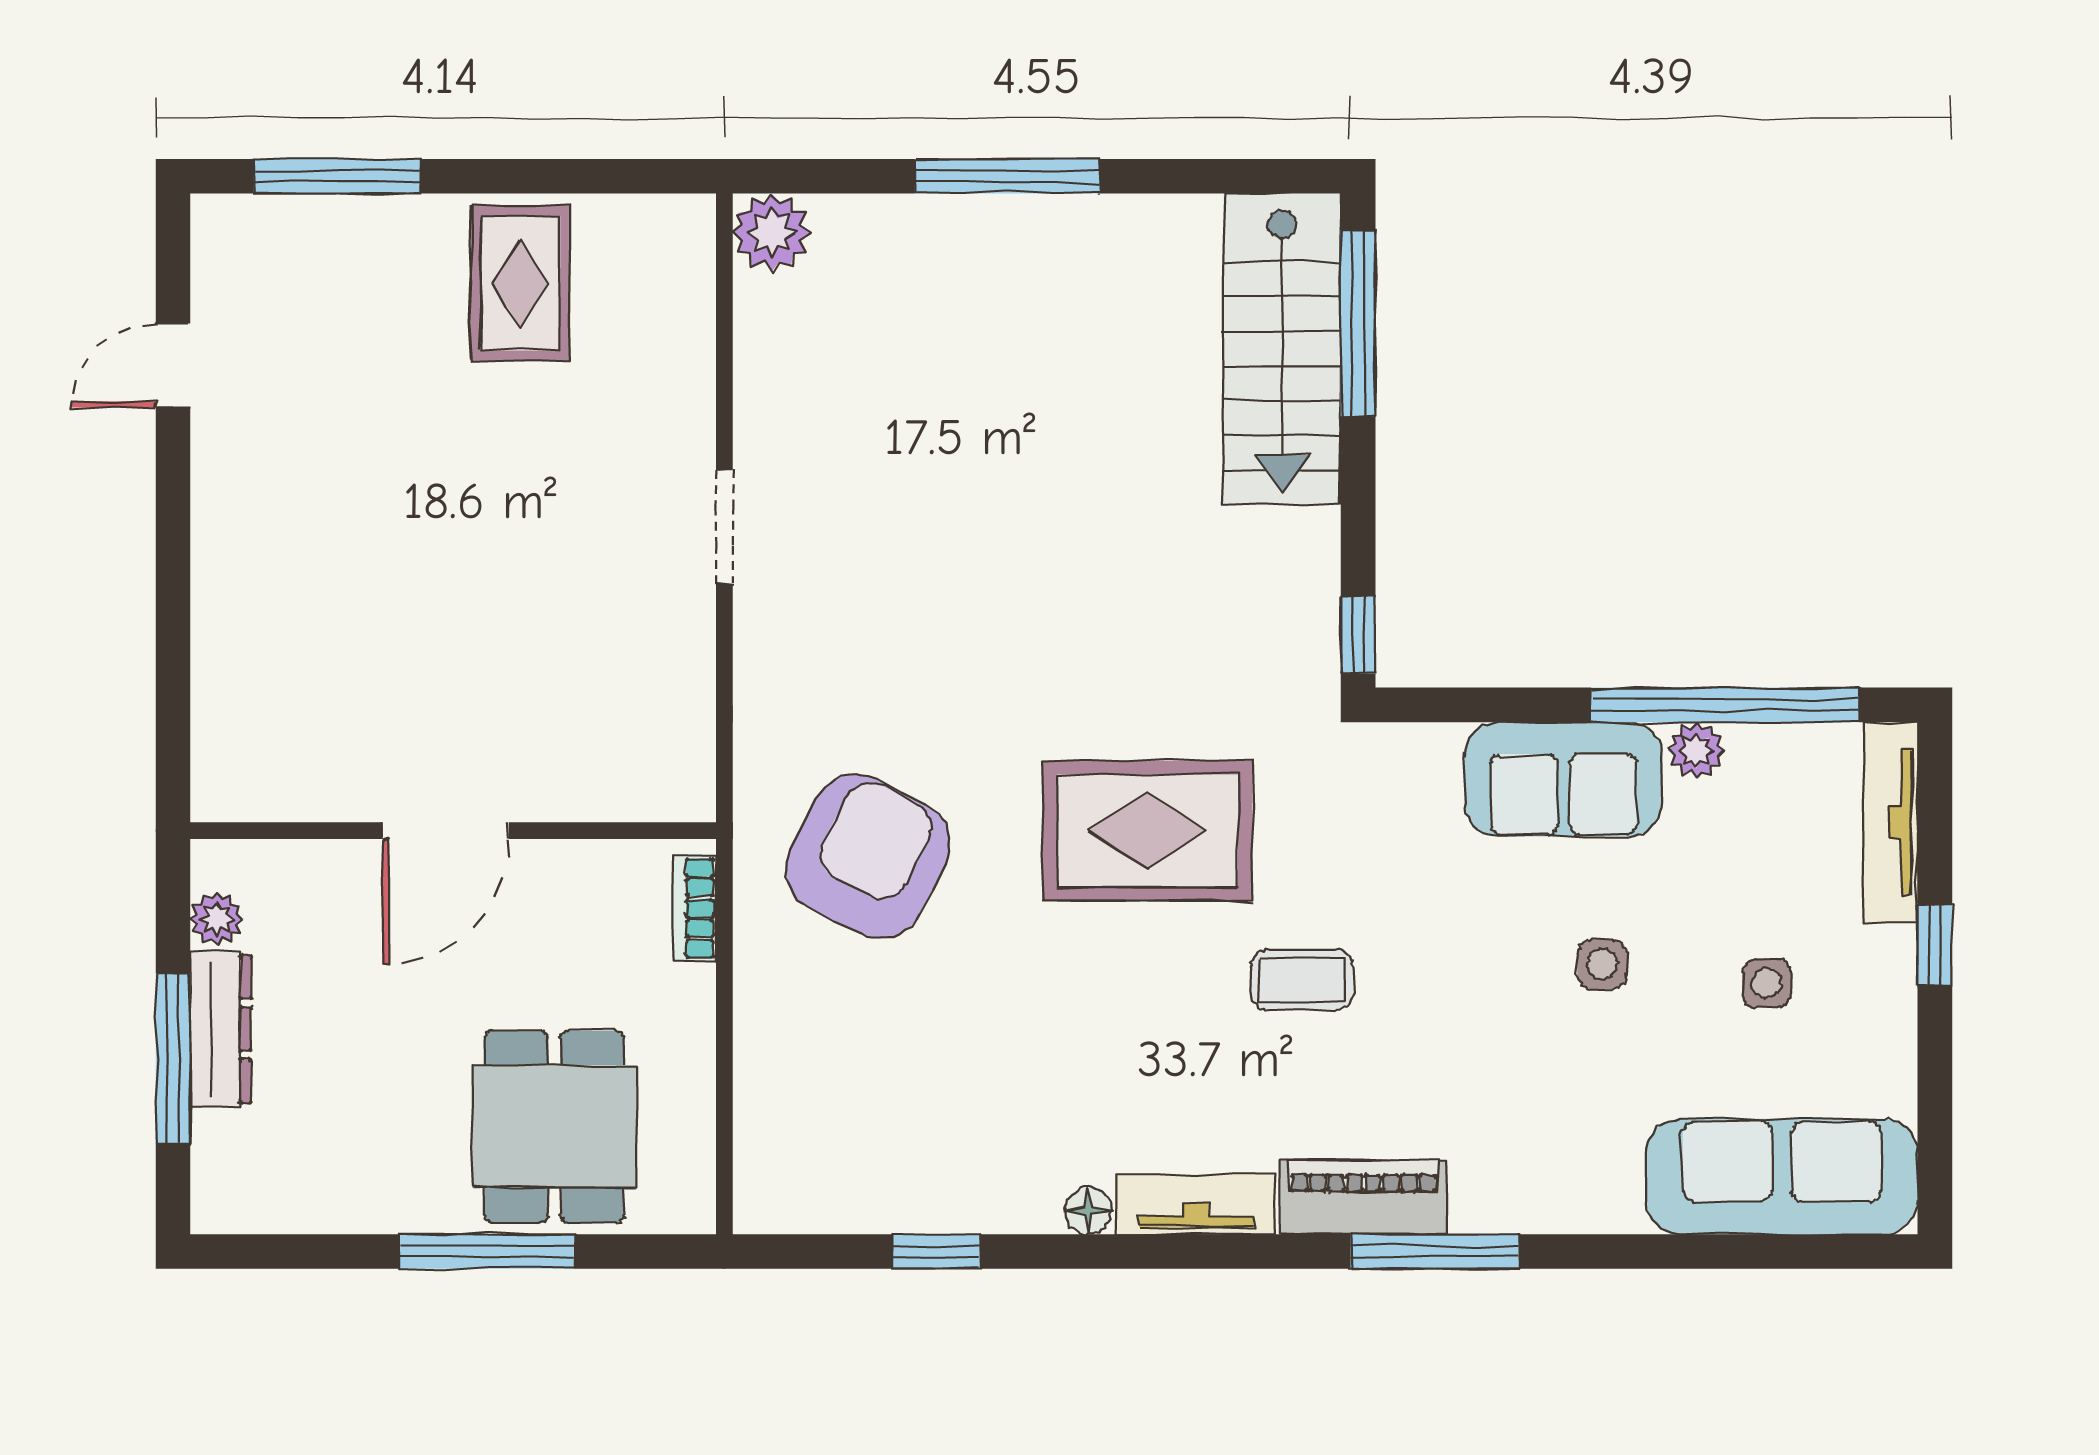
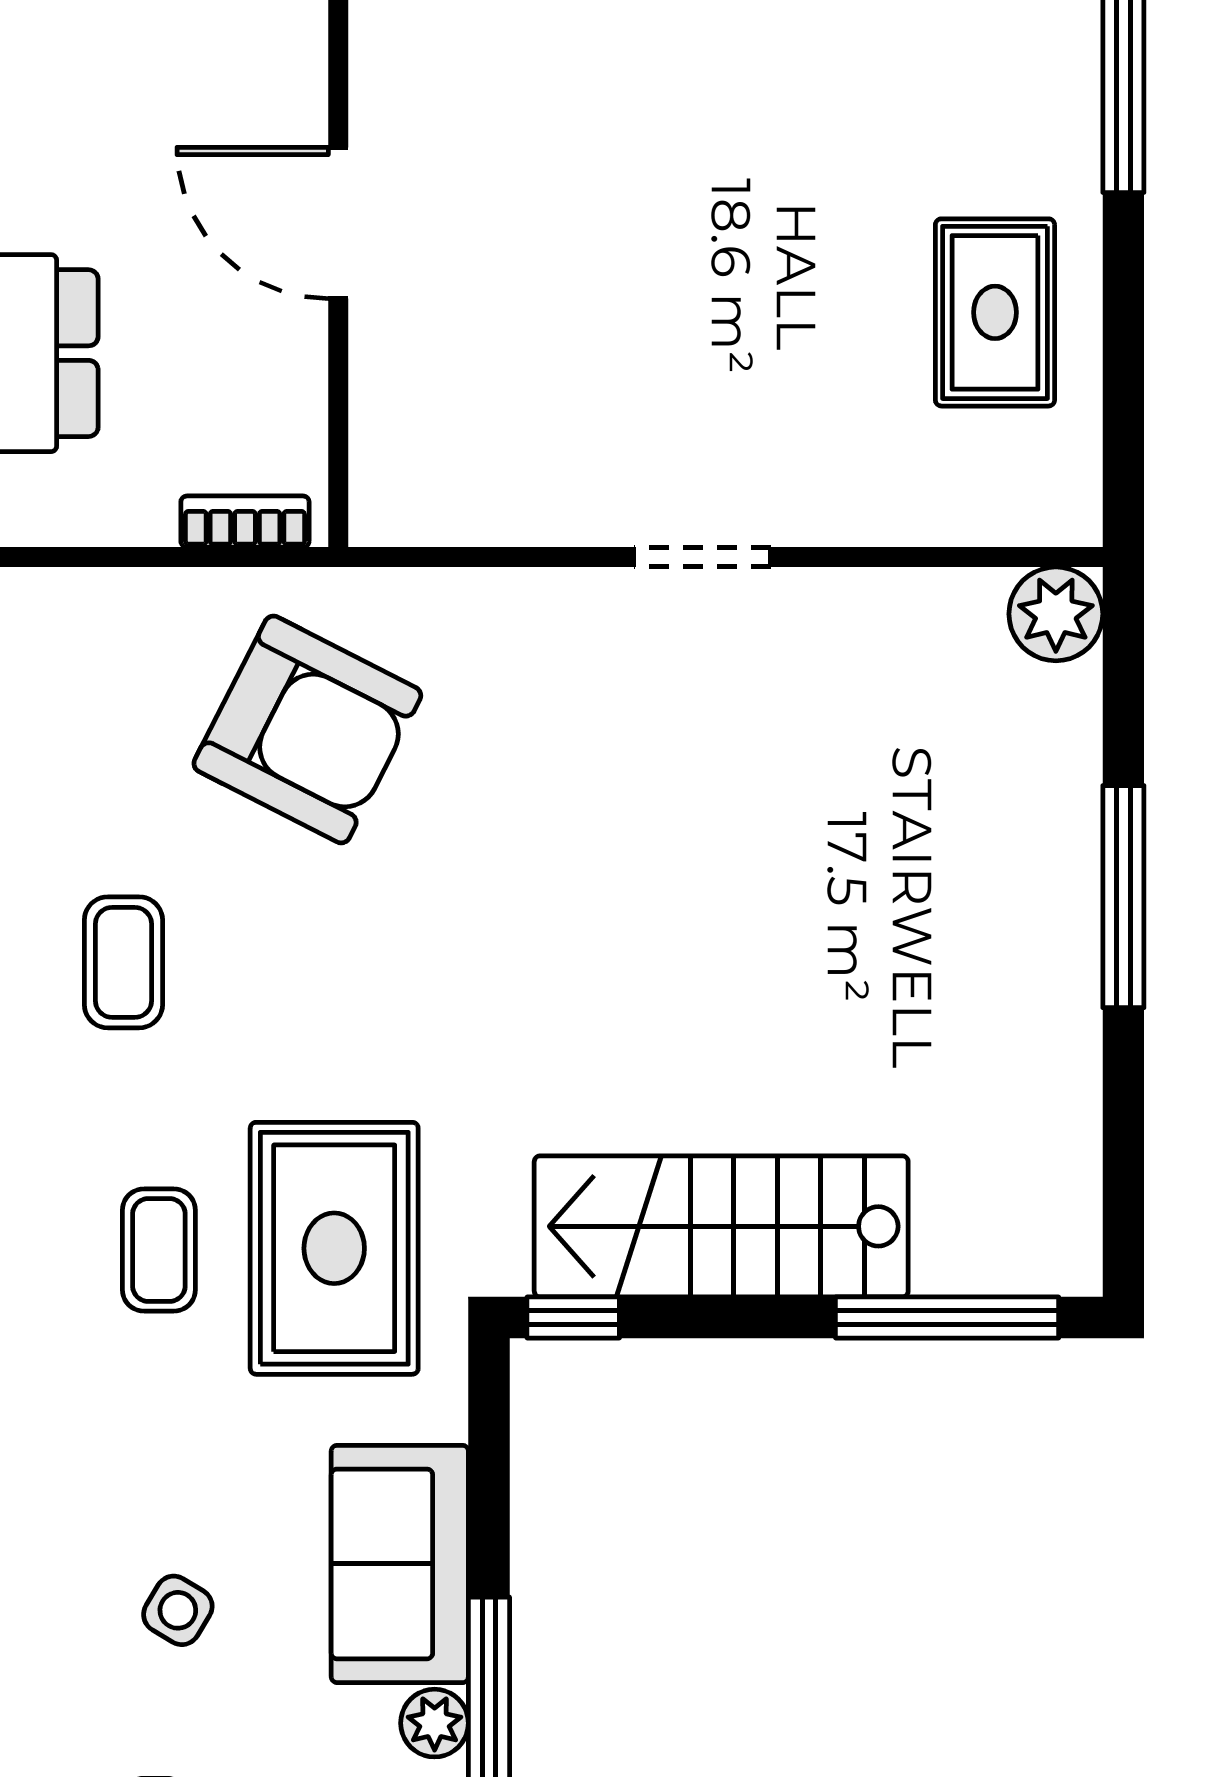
rug: (520, 283) -> (995, 312), turned 90
stairs: (1282, 349) -> (721, 1226), moved
rug: (1147, 831) -> (334, 1248), moved
side table: (1602, 964) -> (178, 1610), turned 31
coffee table: (1062, 1010) -> (123, 962), added

